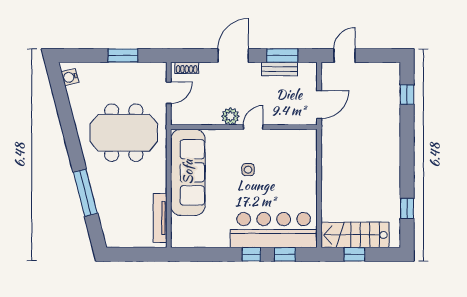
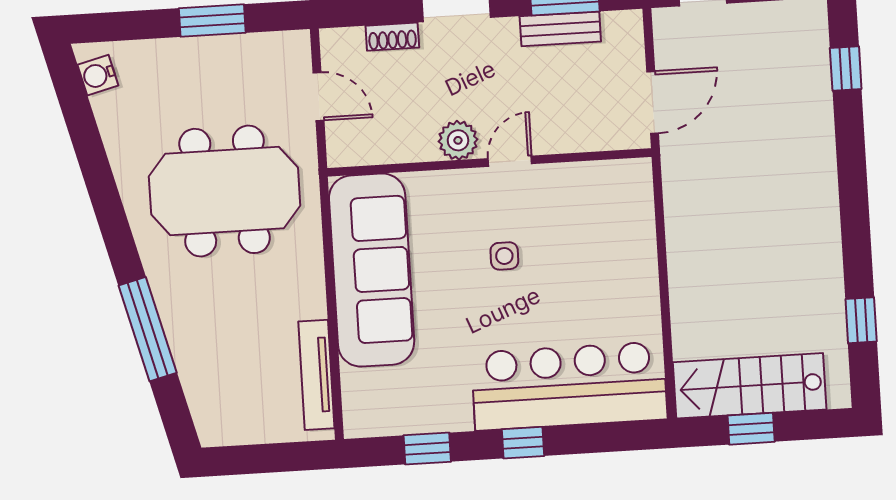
shoe rack: (187, 68) -> (392, 37), moved
door: (169, 93) -> (318, 96), hinge flipped
window: (285, 254) -> (427, 448), moved

